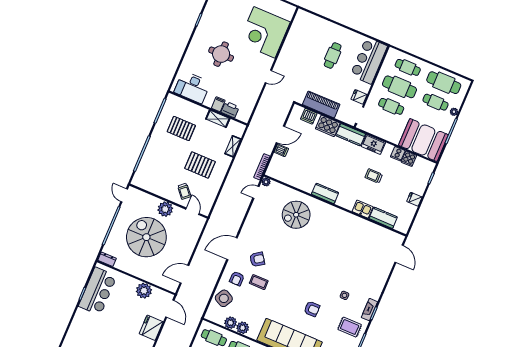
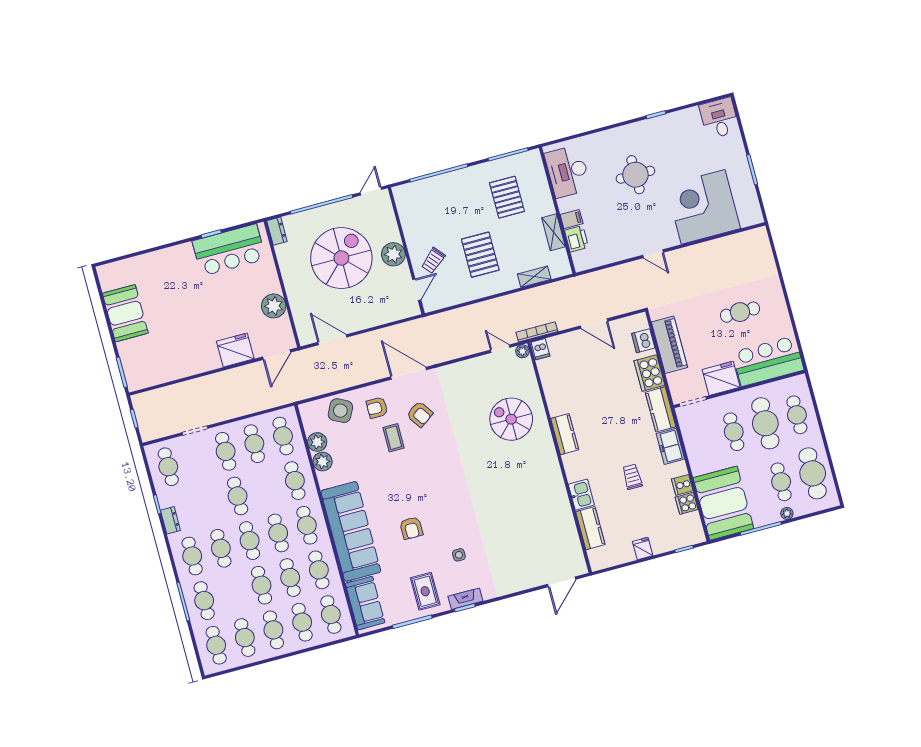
fridge: (359, 97) -> (721, 378), width x1.88, depth x1.34
dishwasher: (281, 150) -> (541, 349), moved

